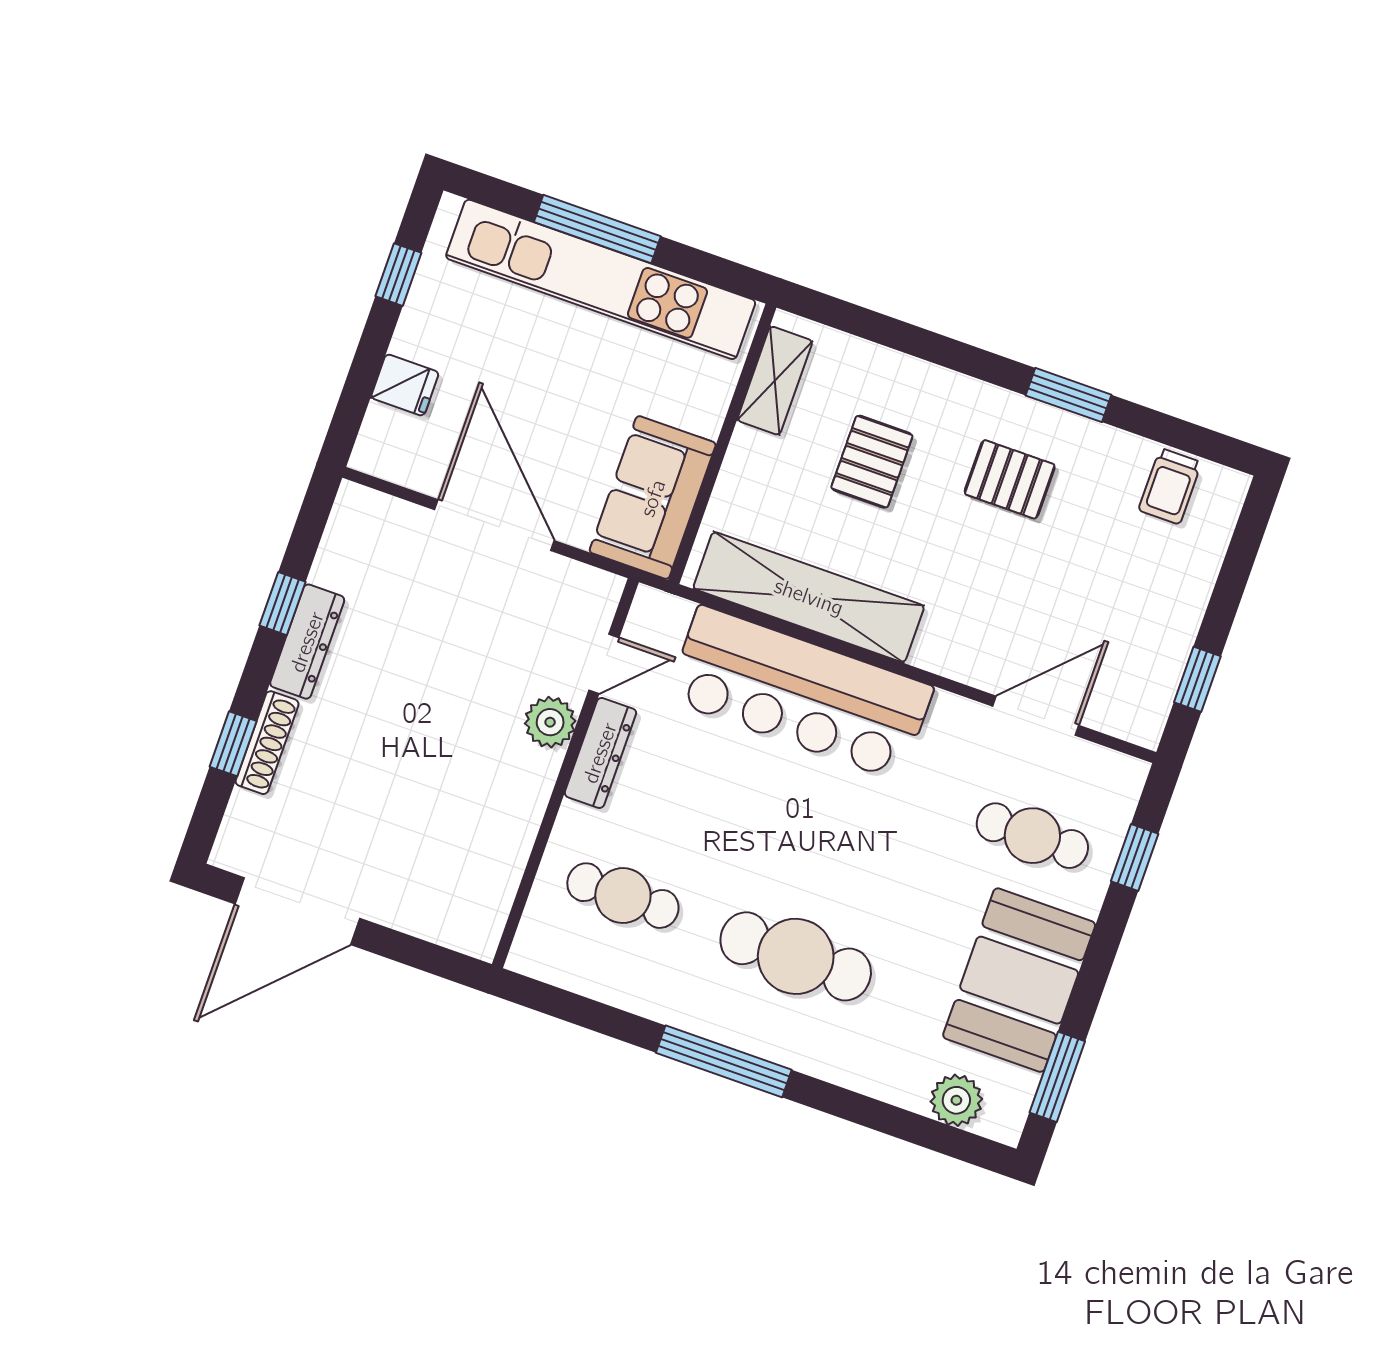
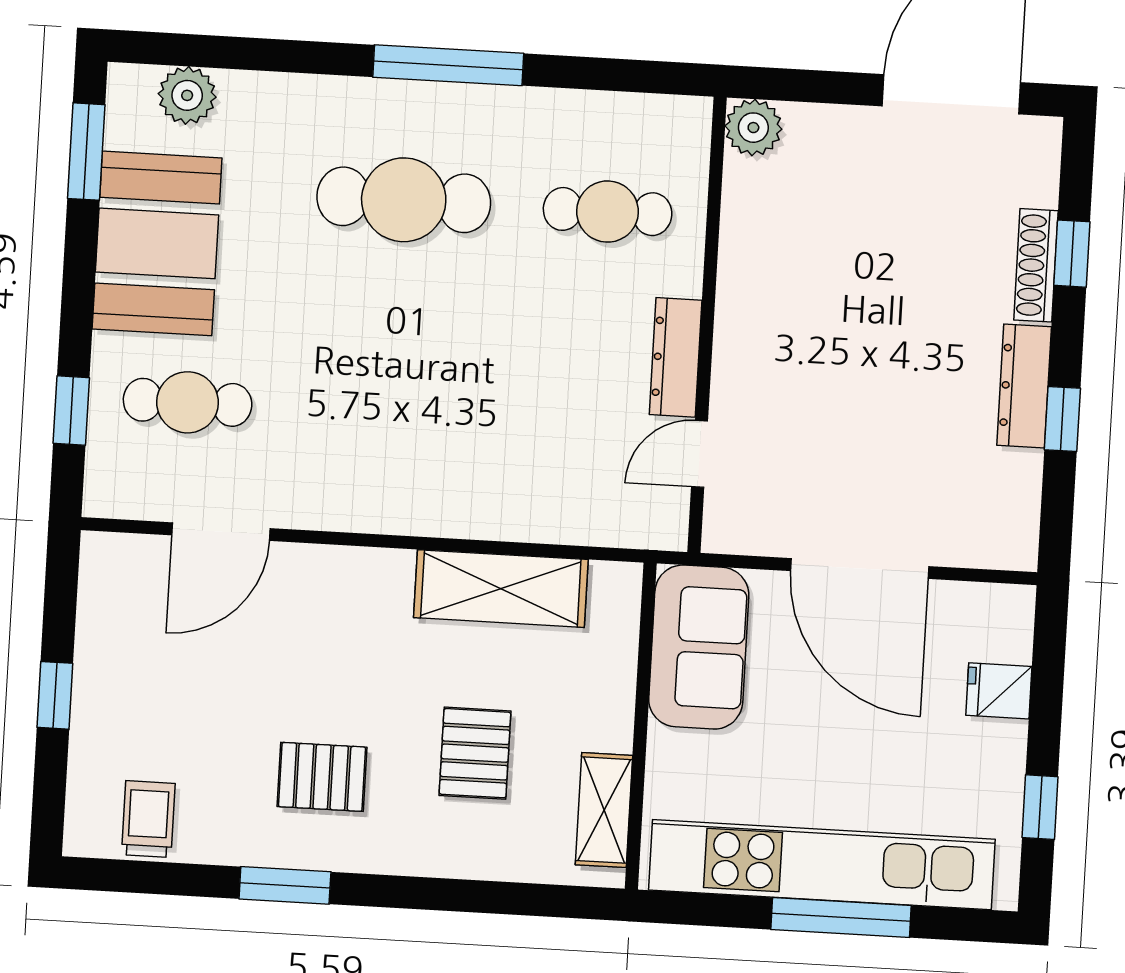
shelving: (809, 597) -> (501, 589), width x0.68
window: (1197, 679) -> (55, 695), moved
bar counter: (800, 693) -> (480, 483), removed
plant: (550, 722) -> (753, 128), moved

